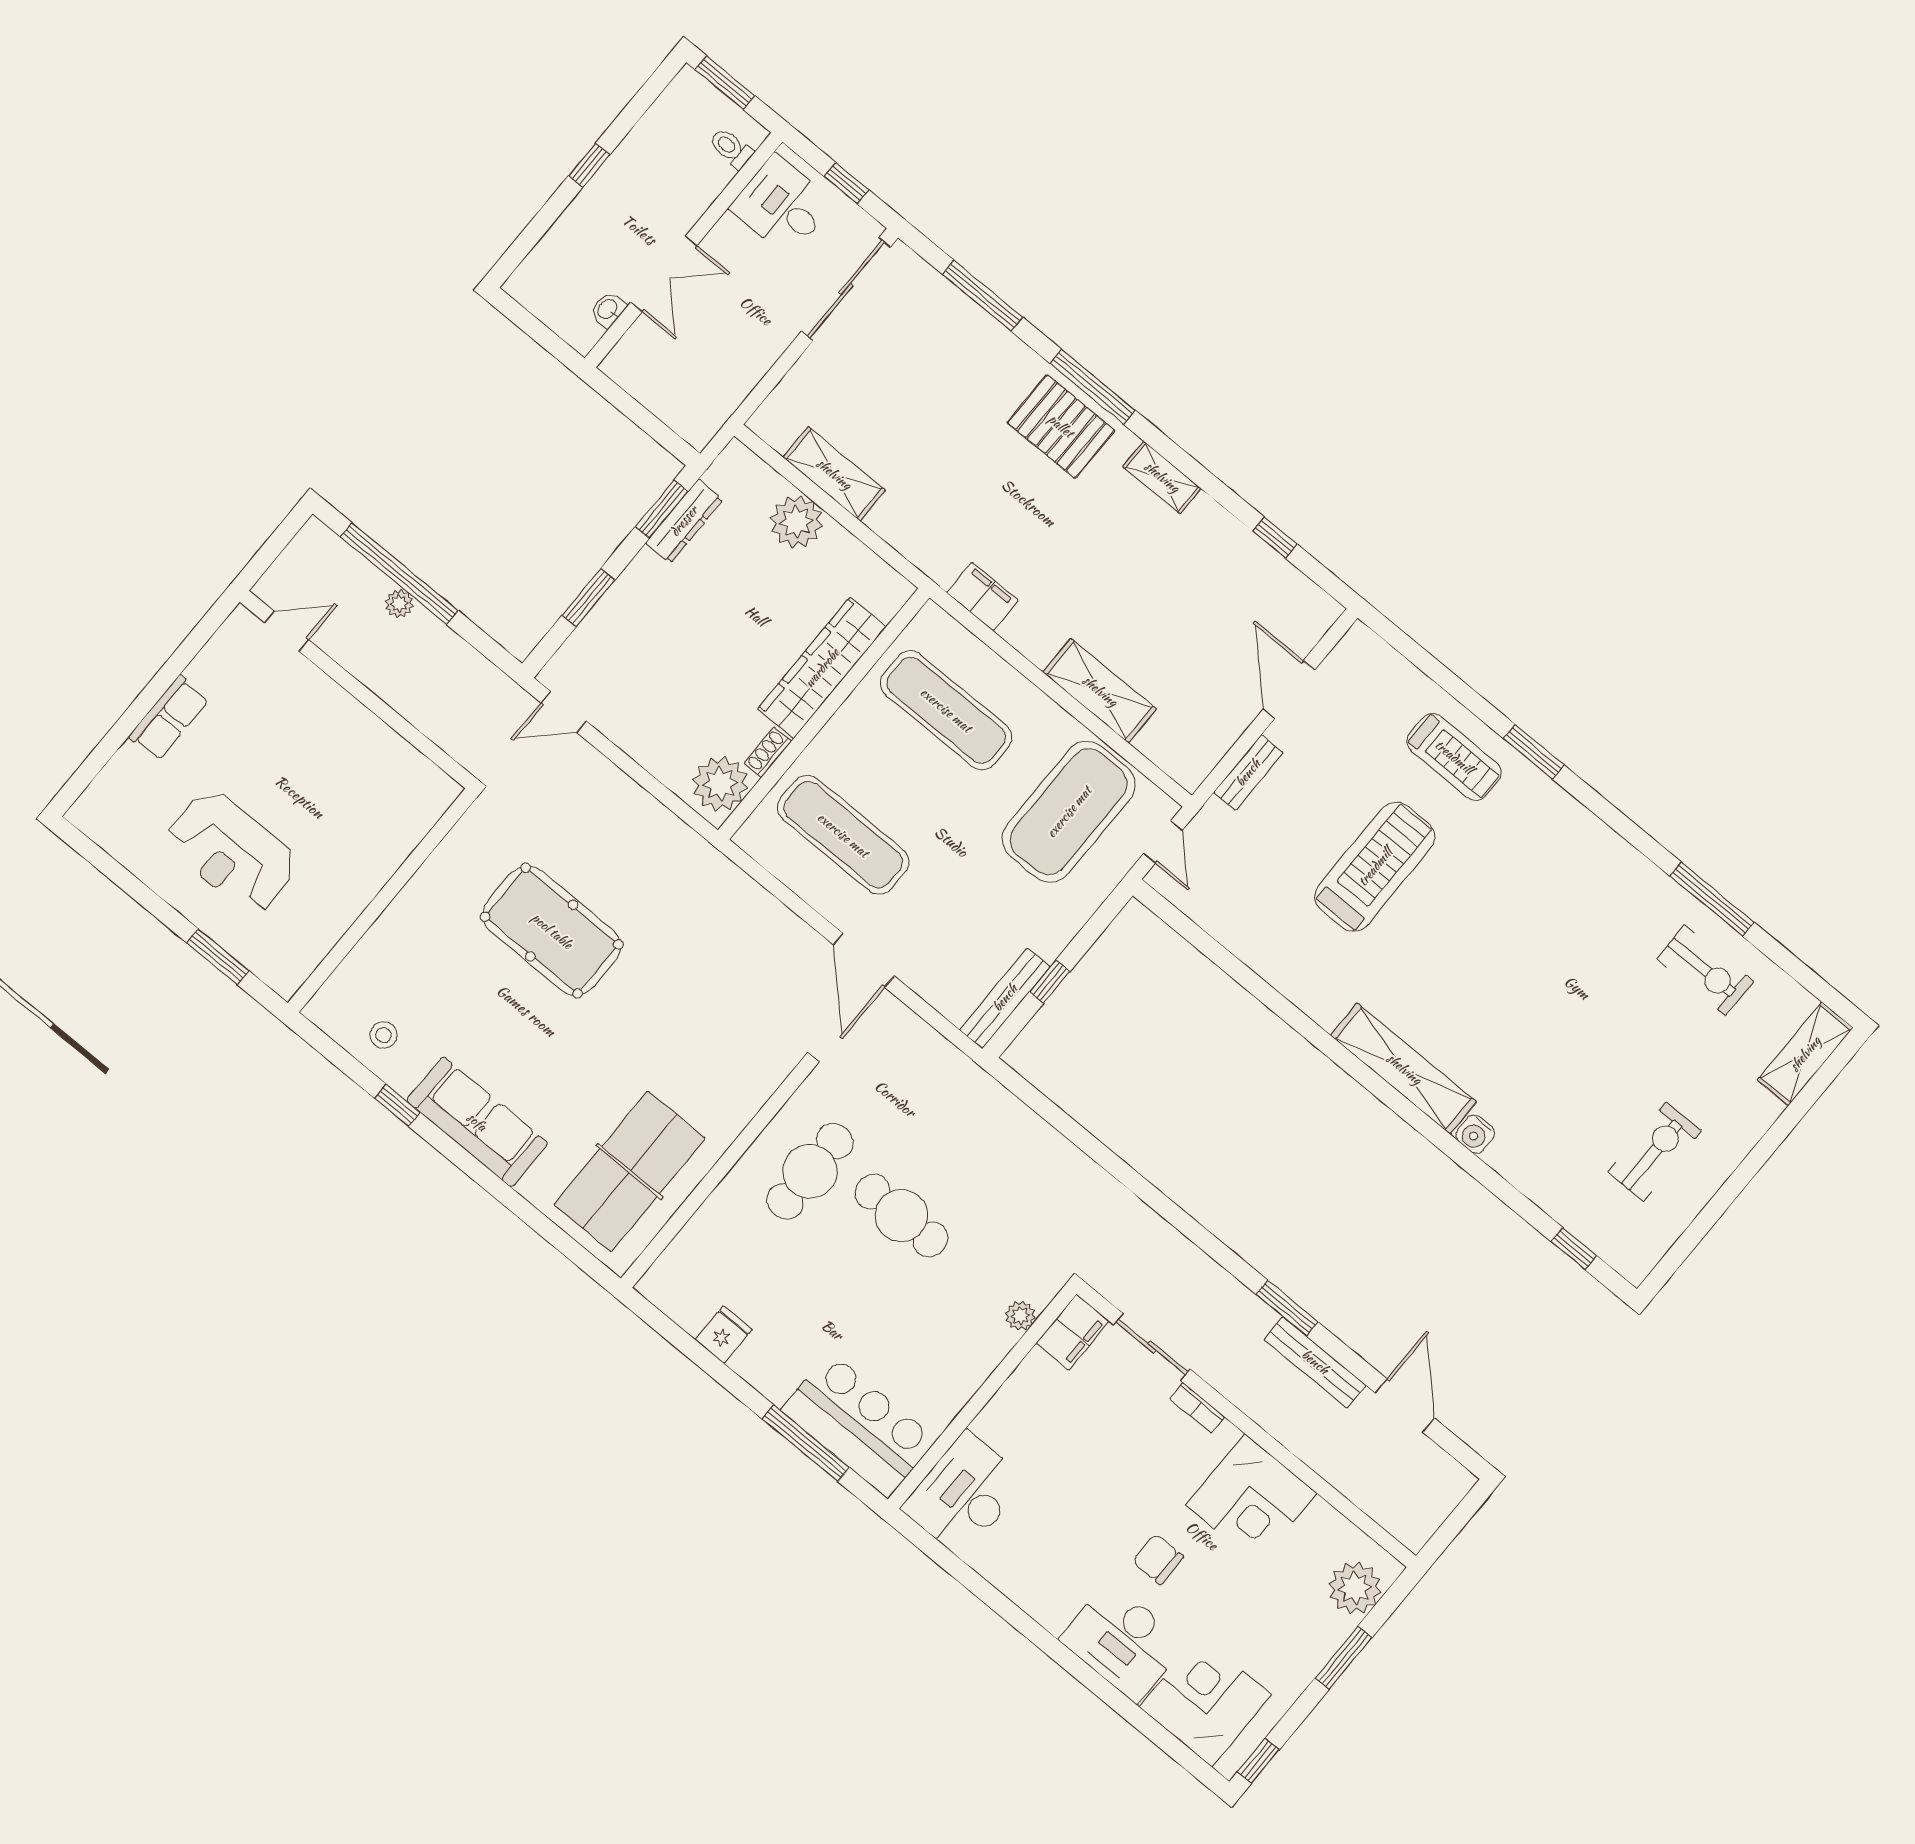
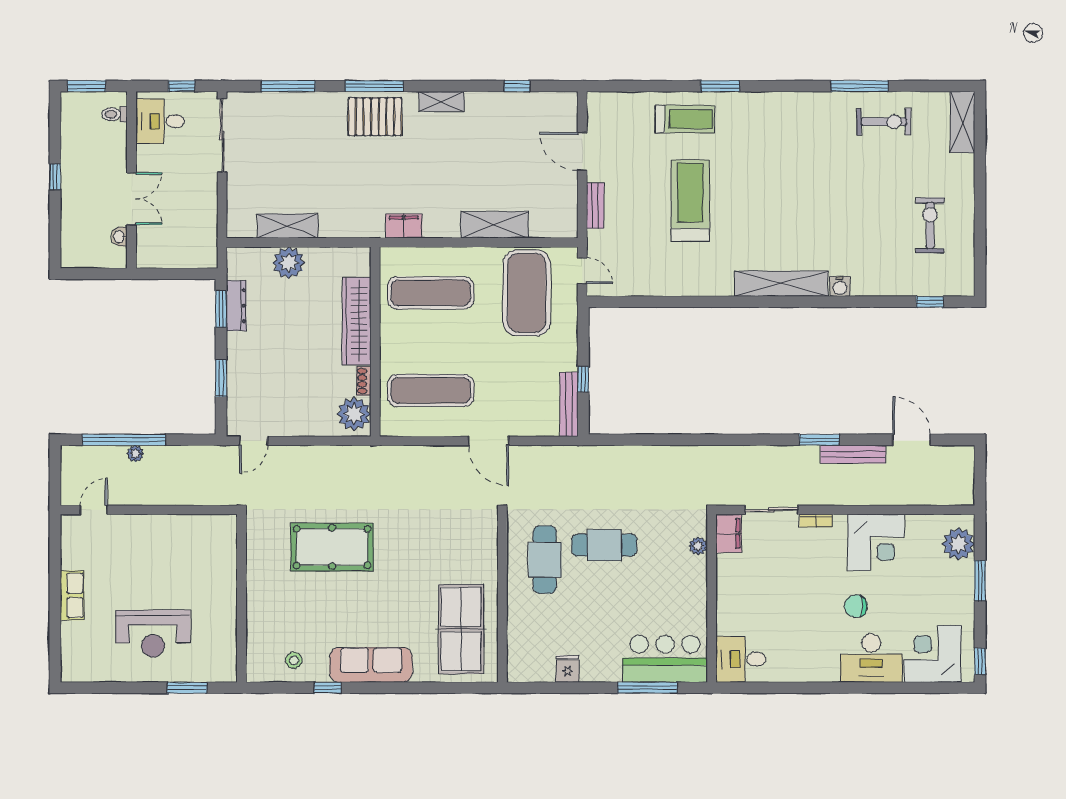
desk: (964, 1494) -> (741, 659), width x0.73

